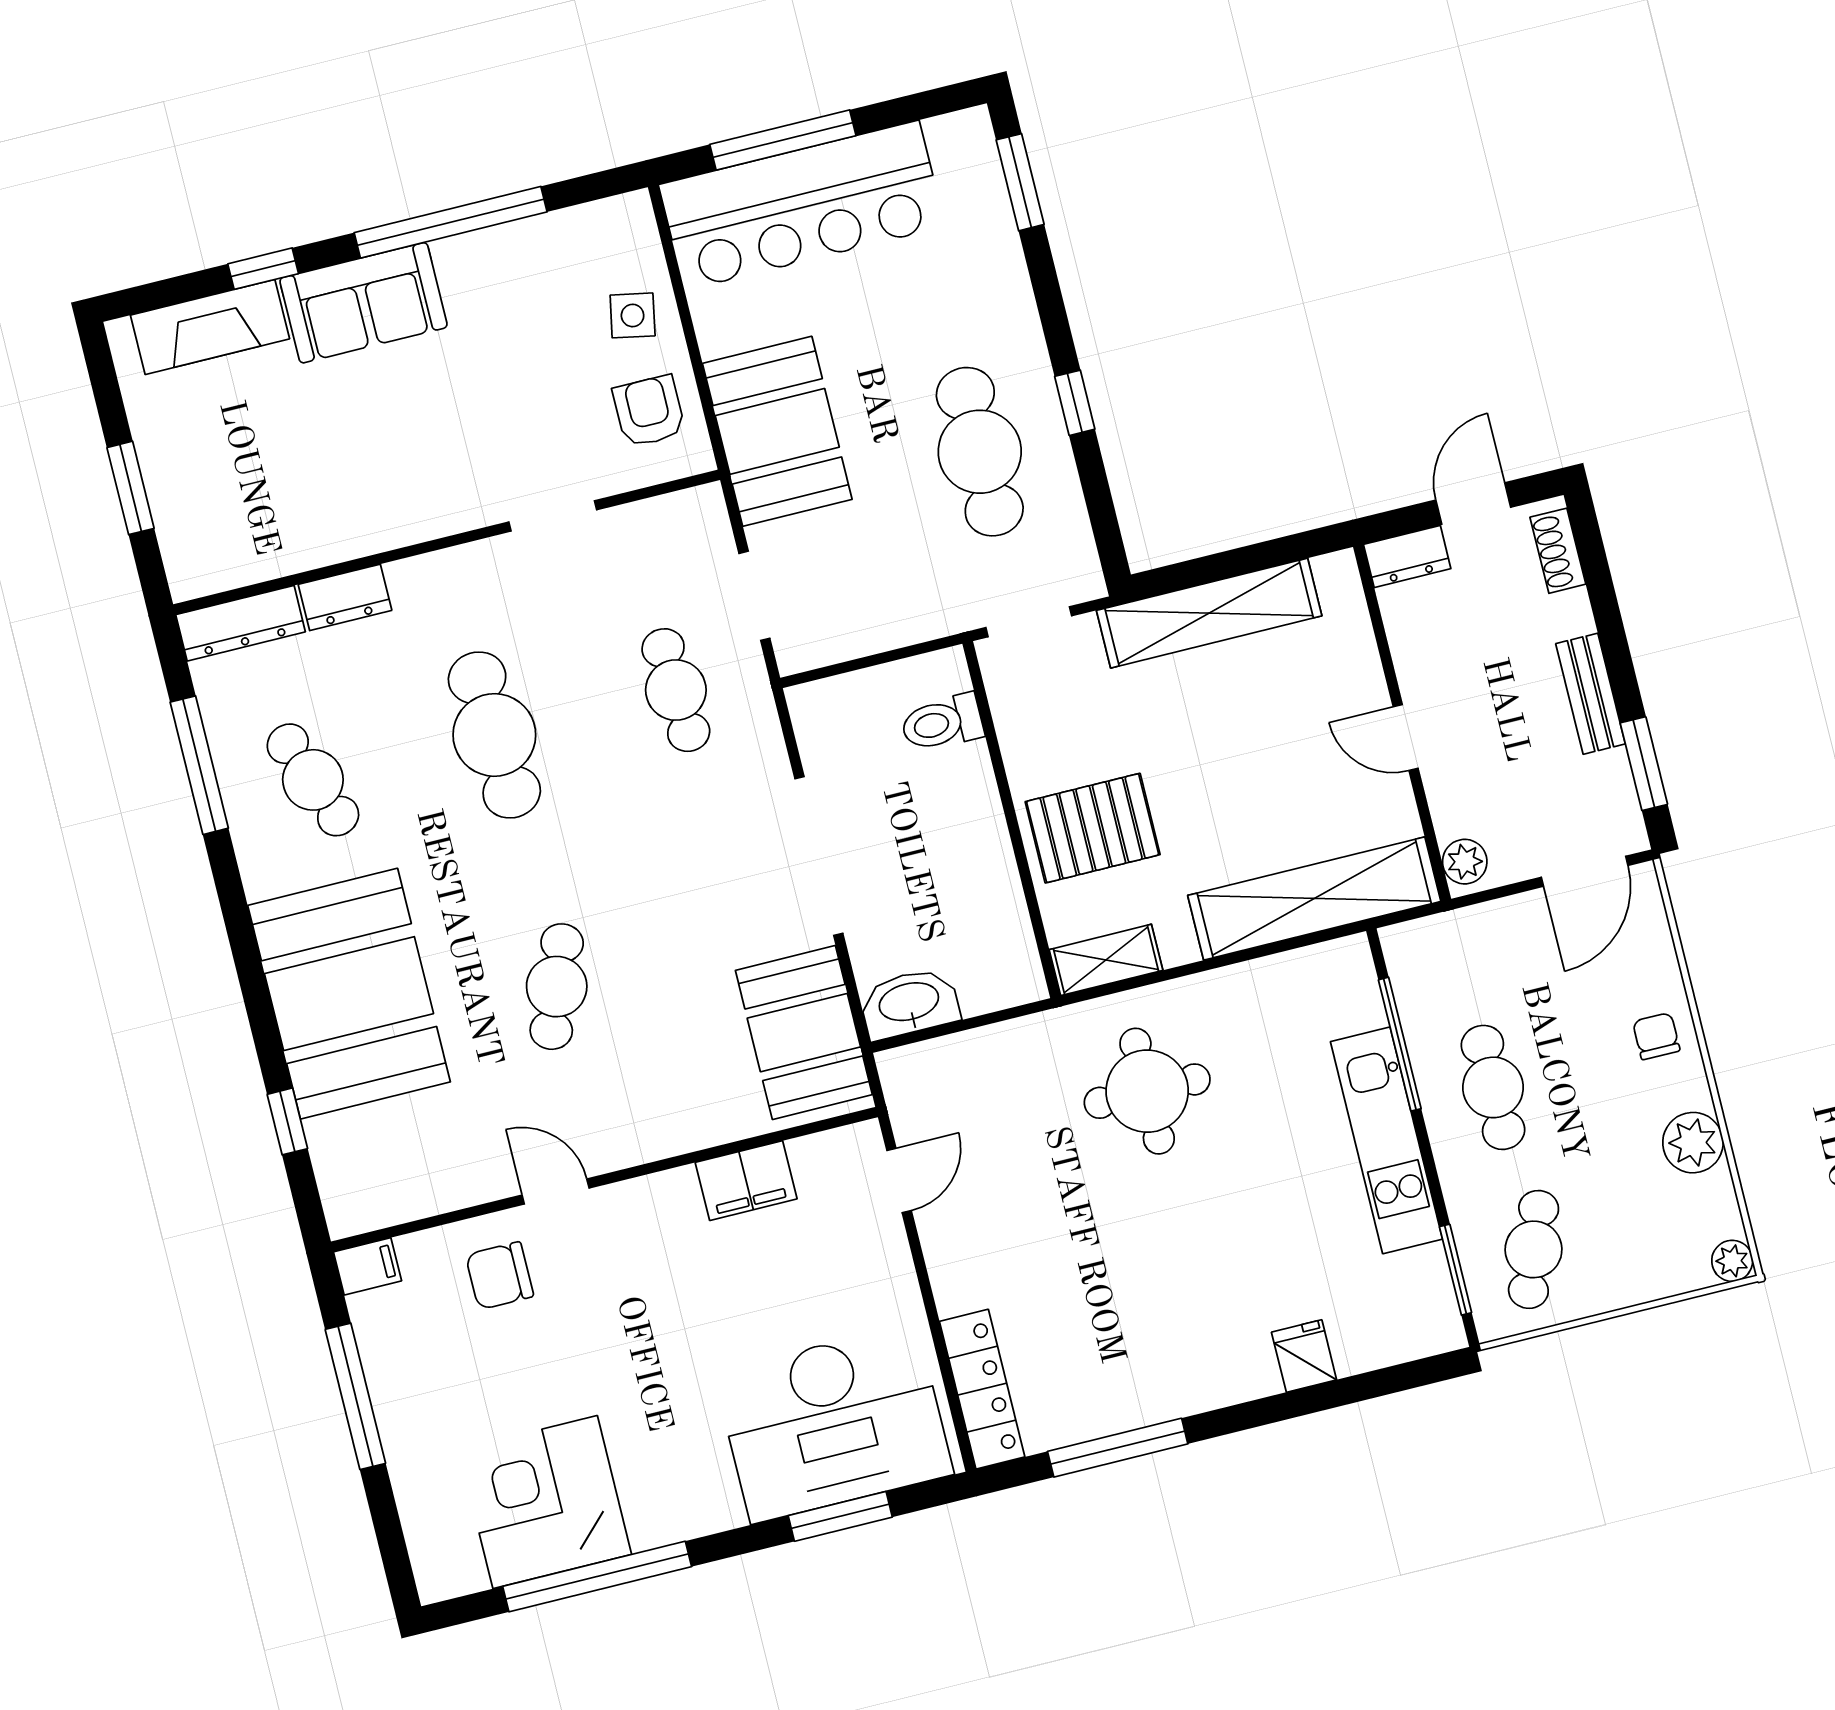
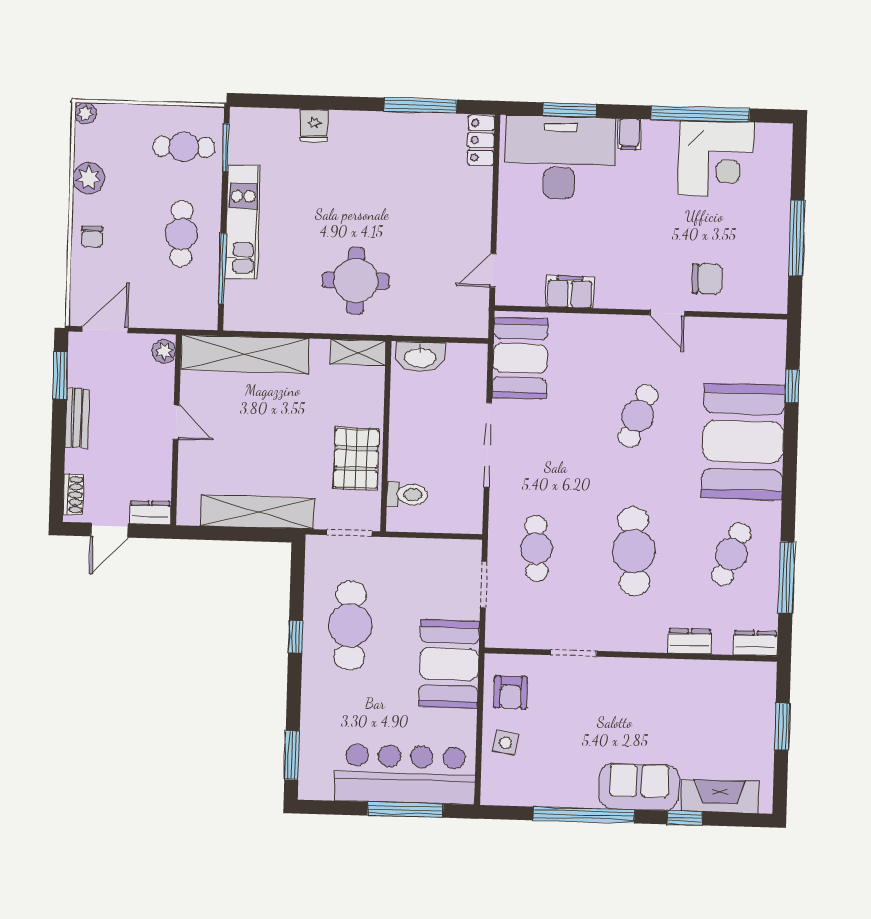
dresser: (241, 623) -> (755, 643), width x0.70
cafe table: (313, 780) -> (731, 554), turned 42
pallet: (1093, 828) -> (356, 459), moved, turned 90
washbasin: (909, 1003) -> (420, 357), moved
cafe table: (1534, 1249) -> (184, 147), turned 69
filing cabinet: (367, 1266) -> (629, 134), moved, turned -90
locker: (982, 1389) -> (481, 140), width x0.66

